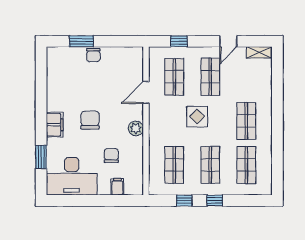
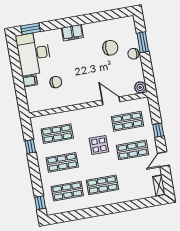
window: (179, 41) -> (158, 130), moved
door: (228, 41) -> (163, 159), hinge flipped
chair: (90, 120) -> (110, 48), moved
plant: (136, 128) -> (140, 87), moved
window: (41, 157) -> (31, 29), moved
filing cabinet: (117, 187) -> (30, 81), moved
window: (215, 201) -> (40, 203), moved

